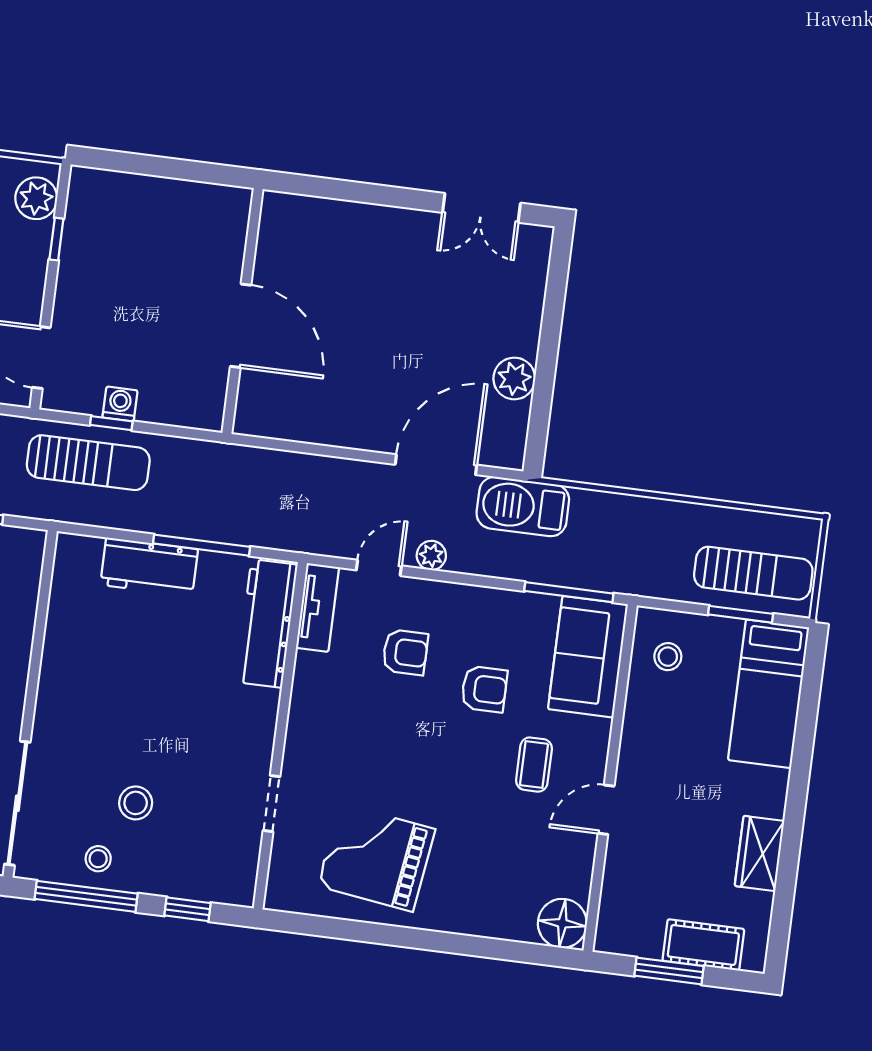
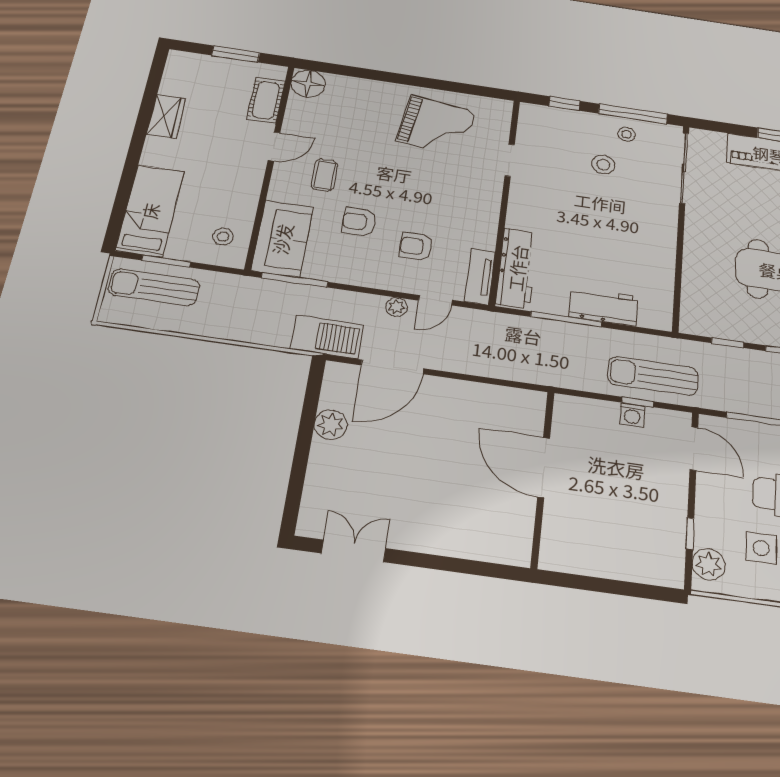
cot: (703, 945) -> (266, 100), moved, turned 90

